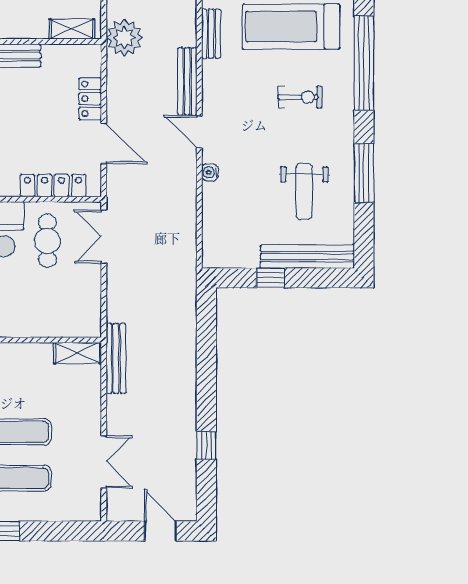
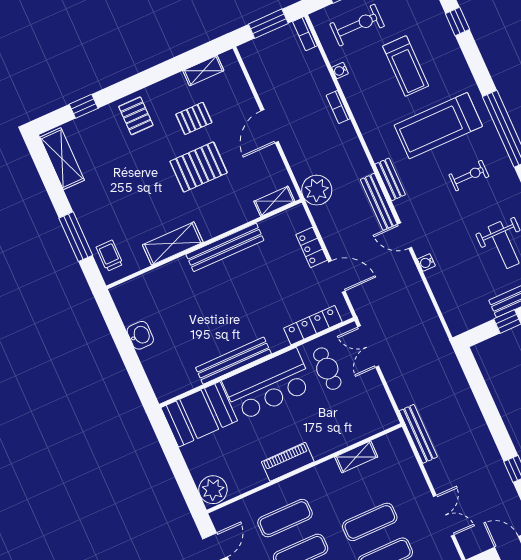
bench: (211, 34) -> (390, 179), moved
shelving: (77, 353) -> (356, 457), moved

